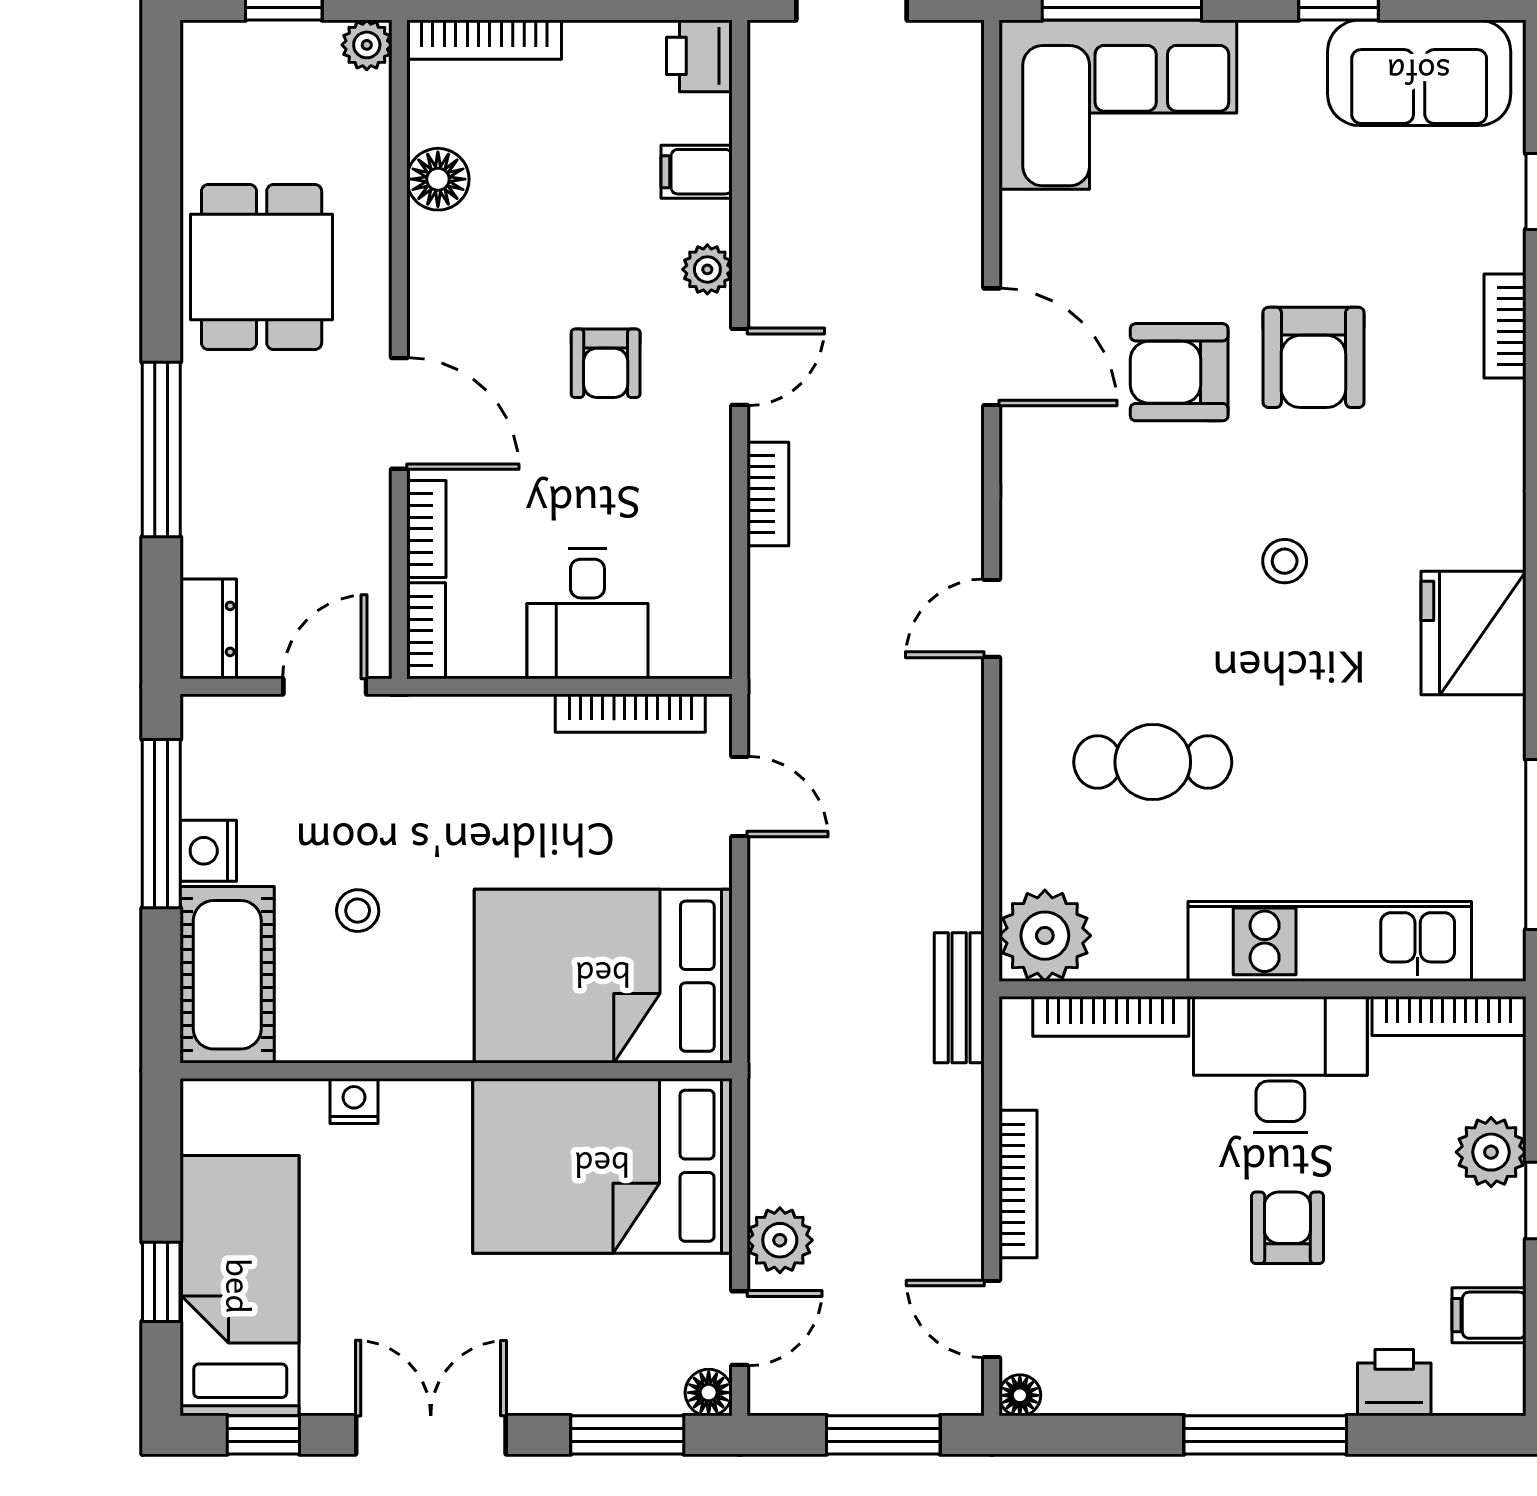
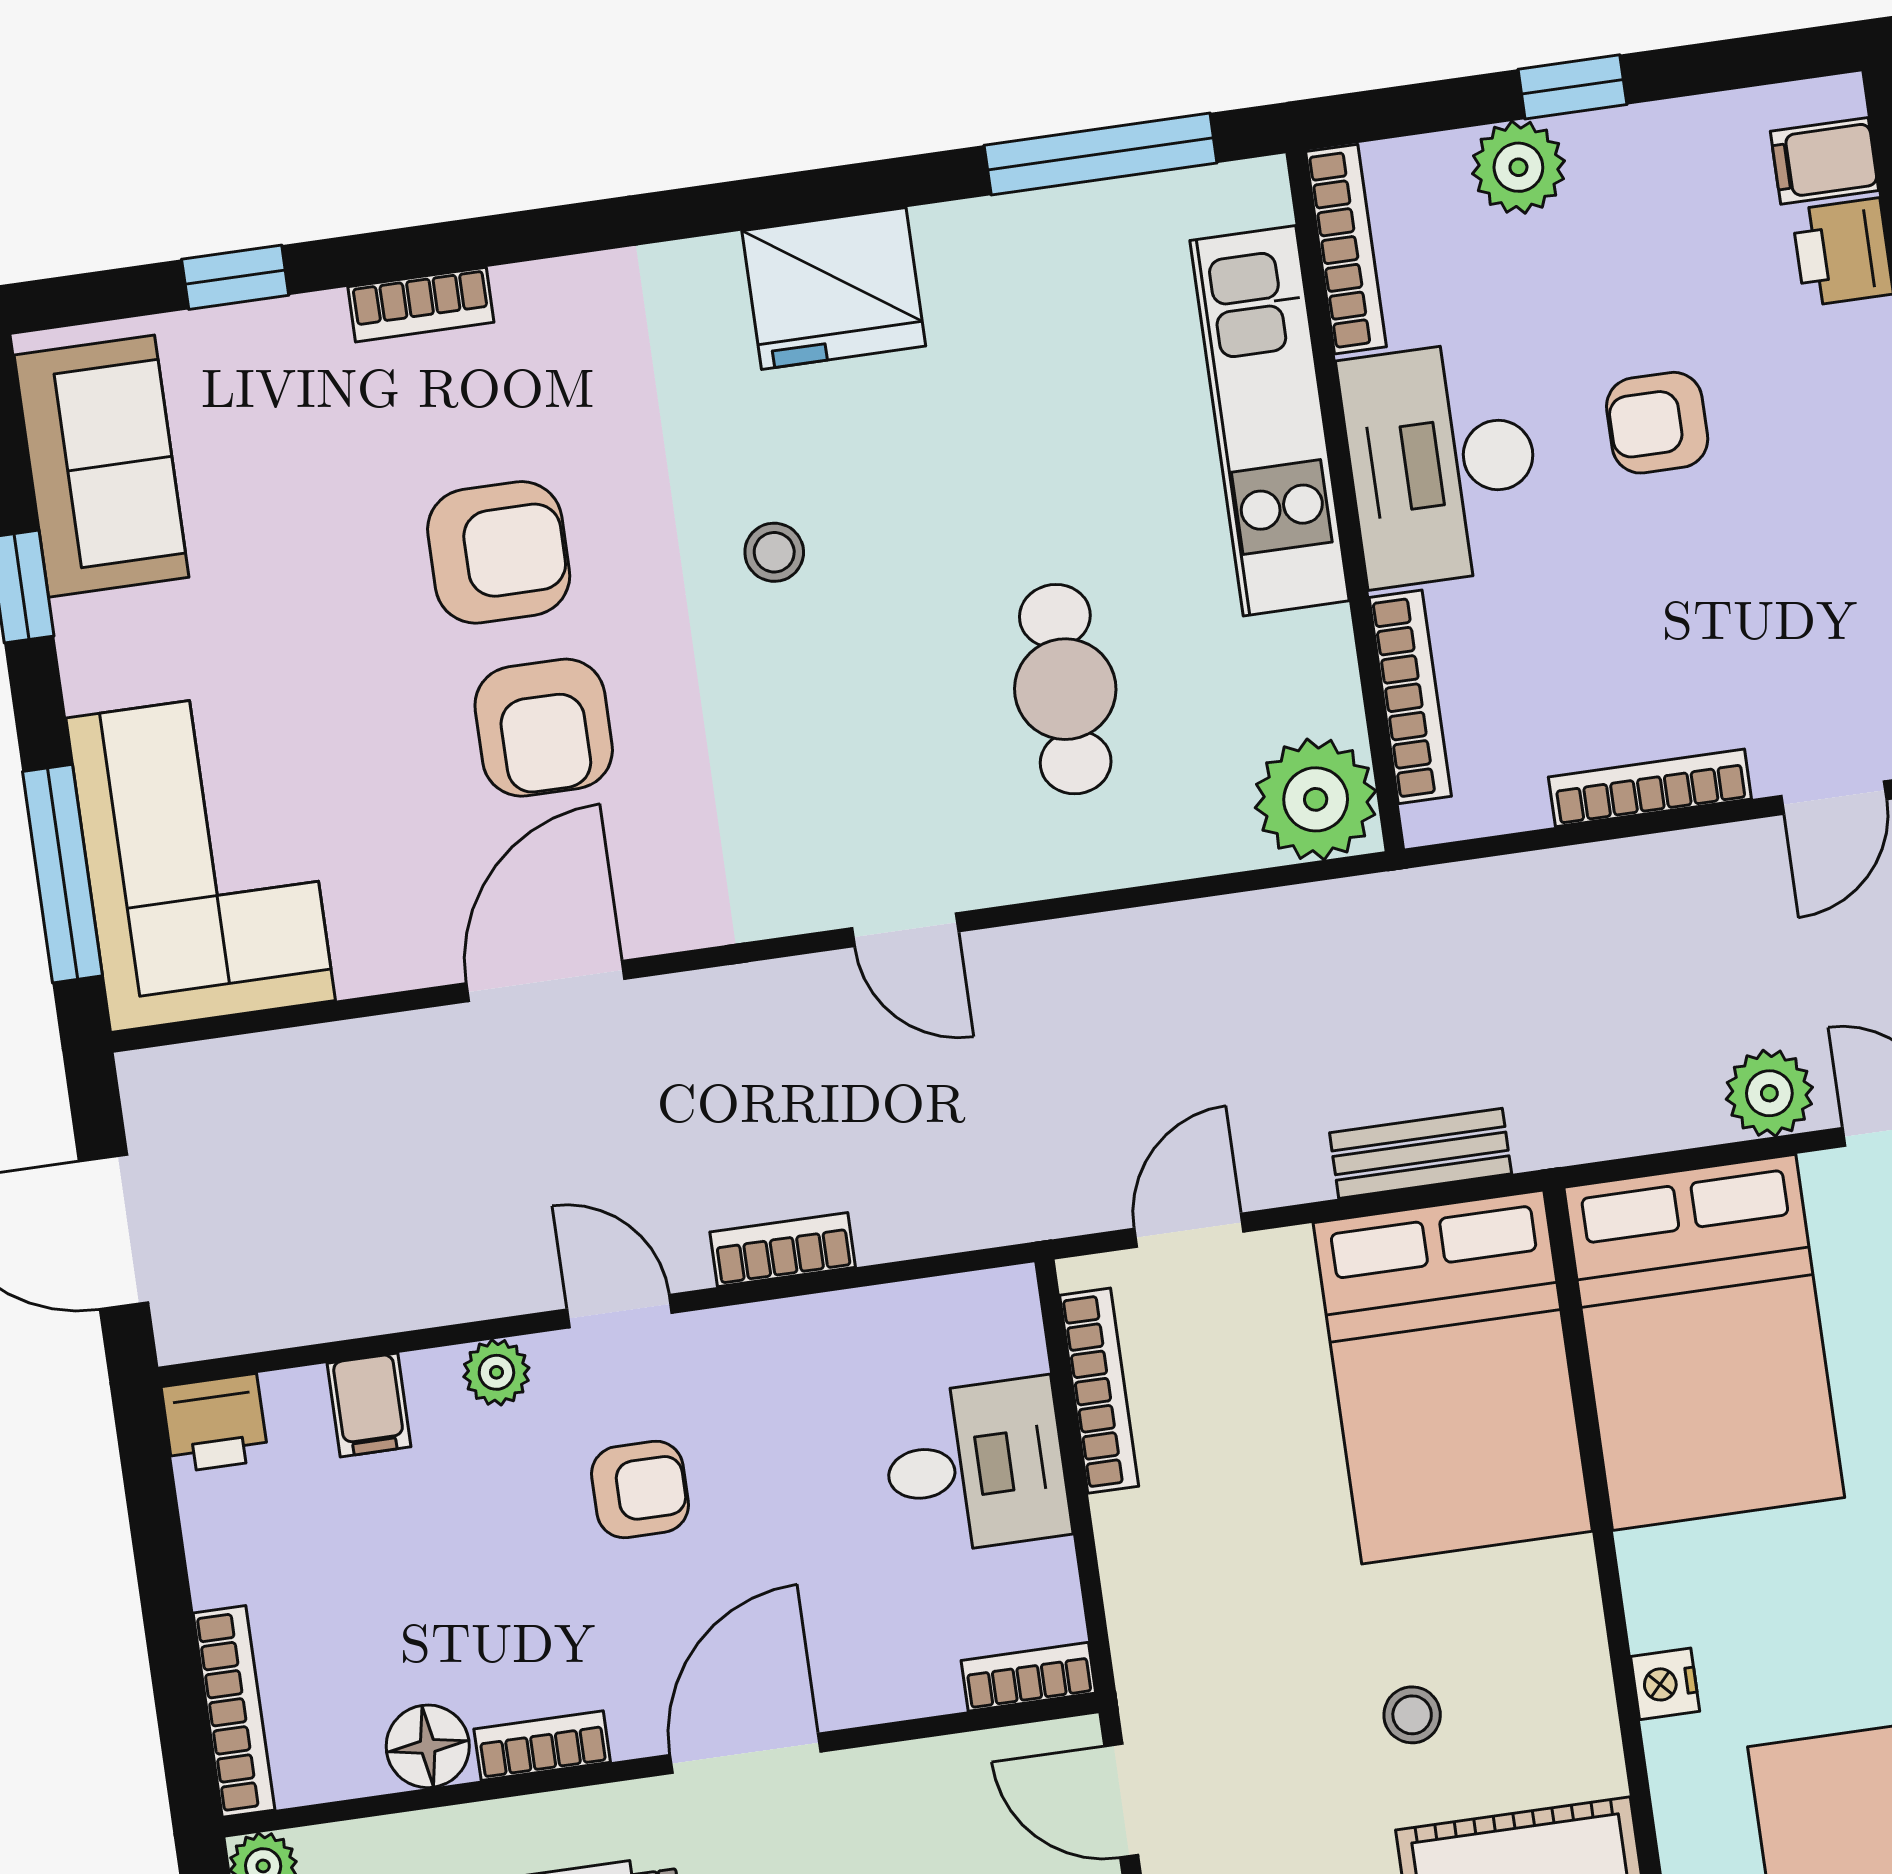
bookcase: (426, 529) -> (542, 1746), moved
bench: (959, 998) -> (1421, 1153), moved
filing cabinet: (1489, 1315) -> (1824, 161), moved, turned 90

